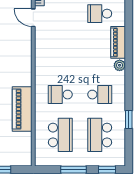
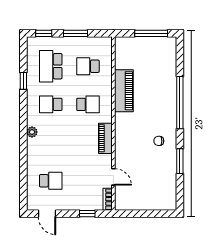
piano: (118, 42) -> (105, 138), moved, turned 180
school desk: (60, 135) -> (88, 66), width x0.54
school desk: (100, 135) -> (51, 66), turned 180

